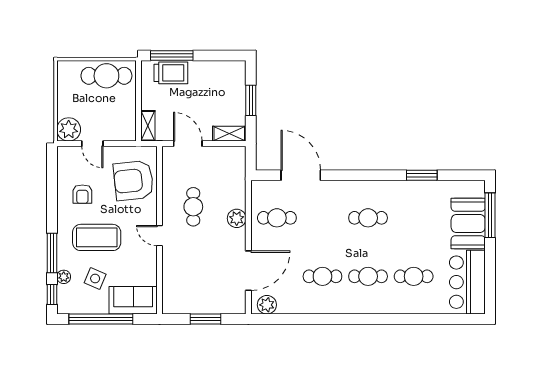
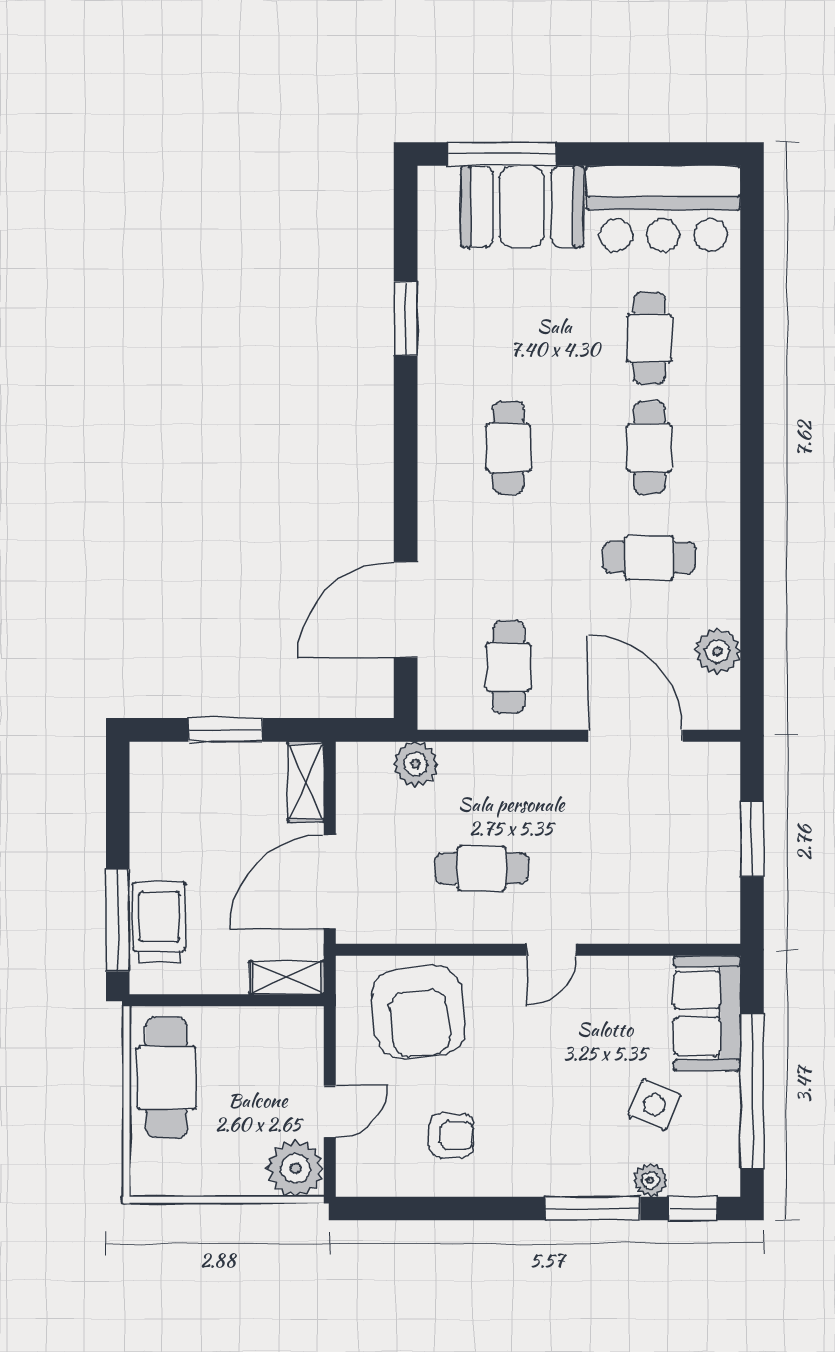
door: (188, 144) -> (330, 882), width x1.36
plant: (237, 218) -> (416, 764), moved
coffee table: (97, 237) -> (556, 1101), removed
cafe table: (322, 276) -> (649, 557), turned 90
plant: (267, 305) -> (718, 651), moved

